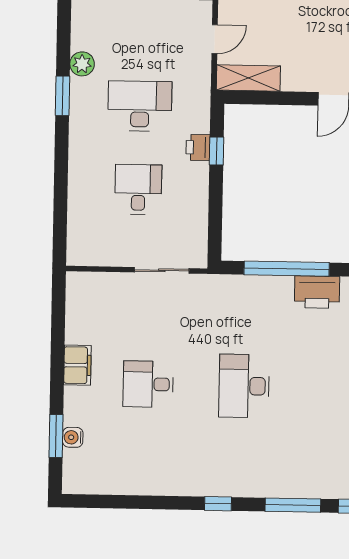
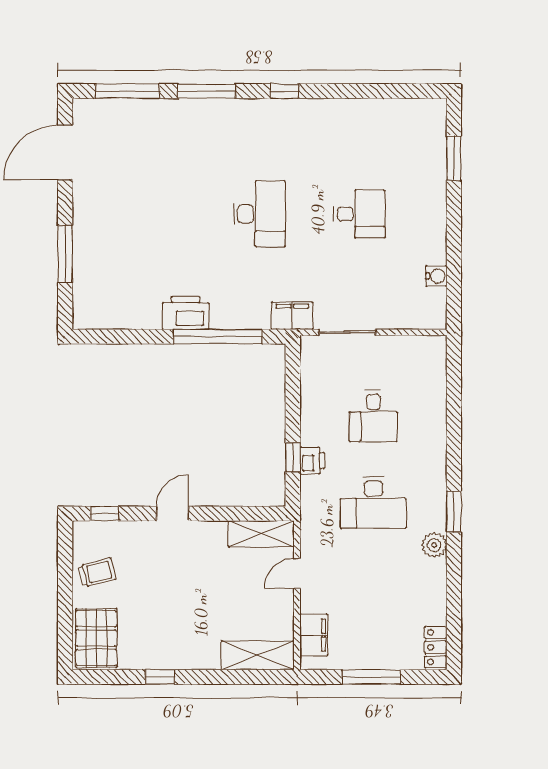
filing cabinet: (77, 365) -> (292, 316), moved, turned 90
water cooler: (73, 437) -> (436, 276), moved

